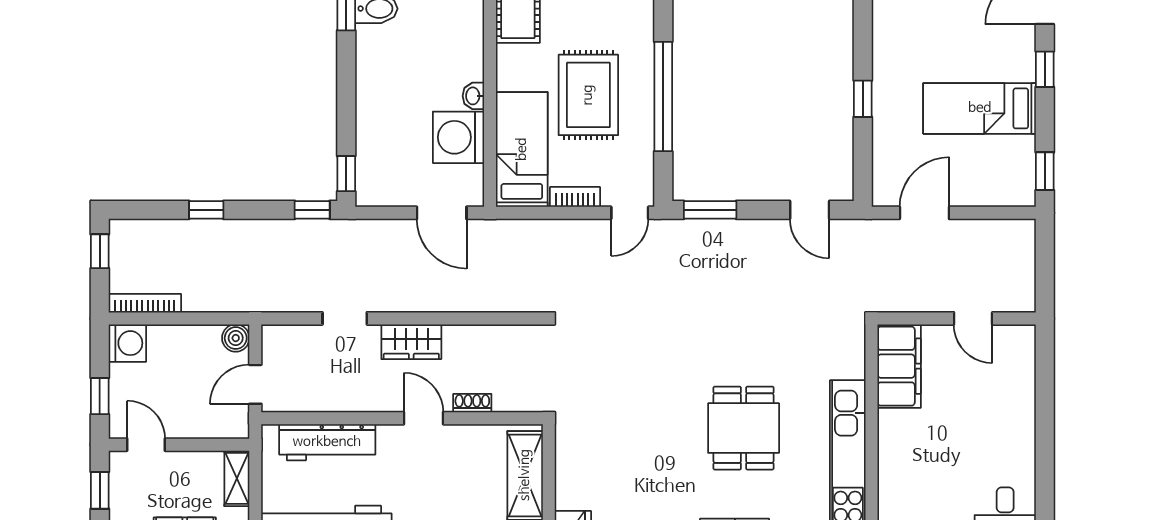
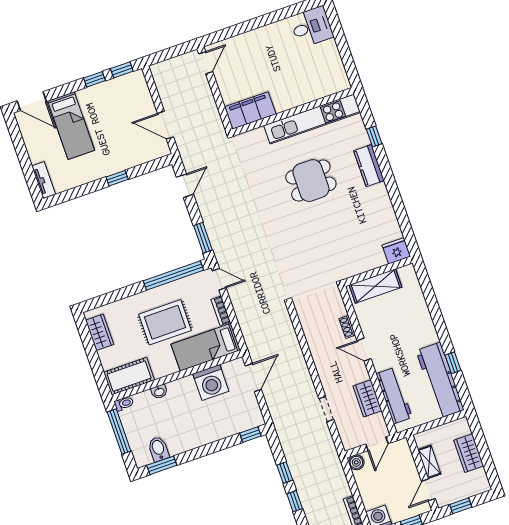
window: (1045, 69) -> (95, 79), moved
washbasin: (473, 96) -> (159, 392), moved
window: (663, 97) -> (173, 276), moved
bed: (980, 108) -> (71, 126), moved
window: (312, 210) -> (285, 473), moved
door: (973, 318) -> (206, 63), moved
wardrobe: (411, 342) -> (367, 398), moved, turned 180
door: (255, 384) -> (377, 444), hinge flipped
door: (423, 418) -> (364, 350), hinge flipped
shelving: (237, 478) -> (429, 462), moved, turned 90

